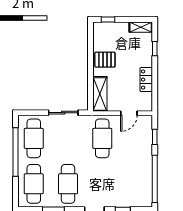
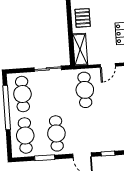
pallet: (105, 60) -> (83, 18), turned 90

